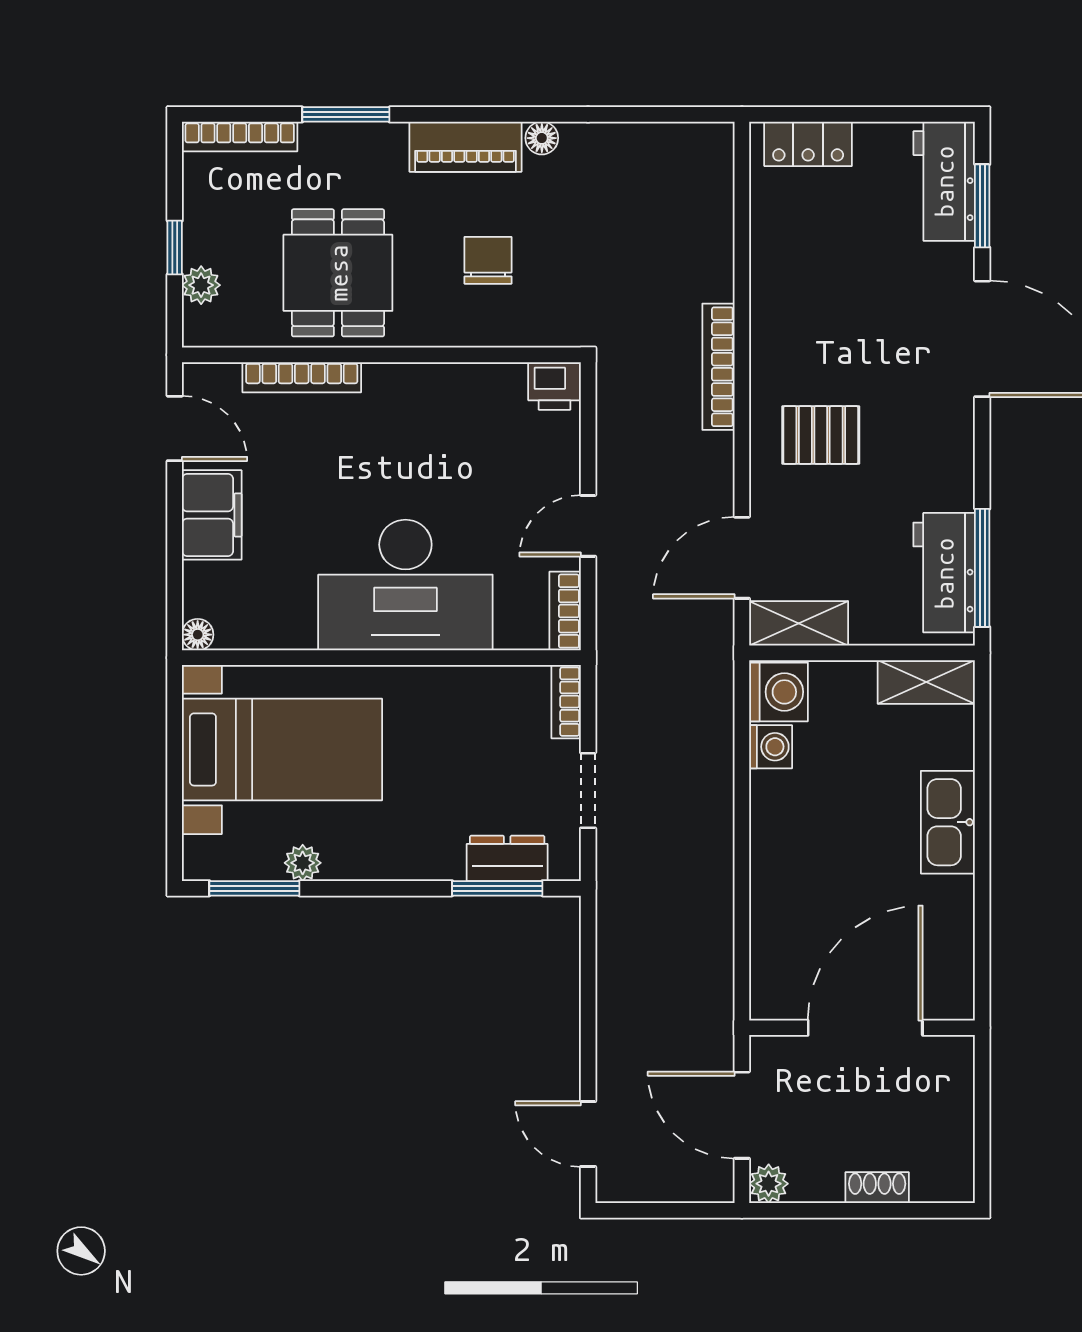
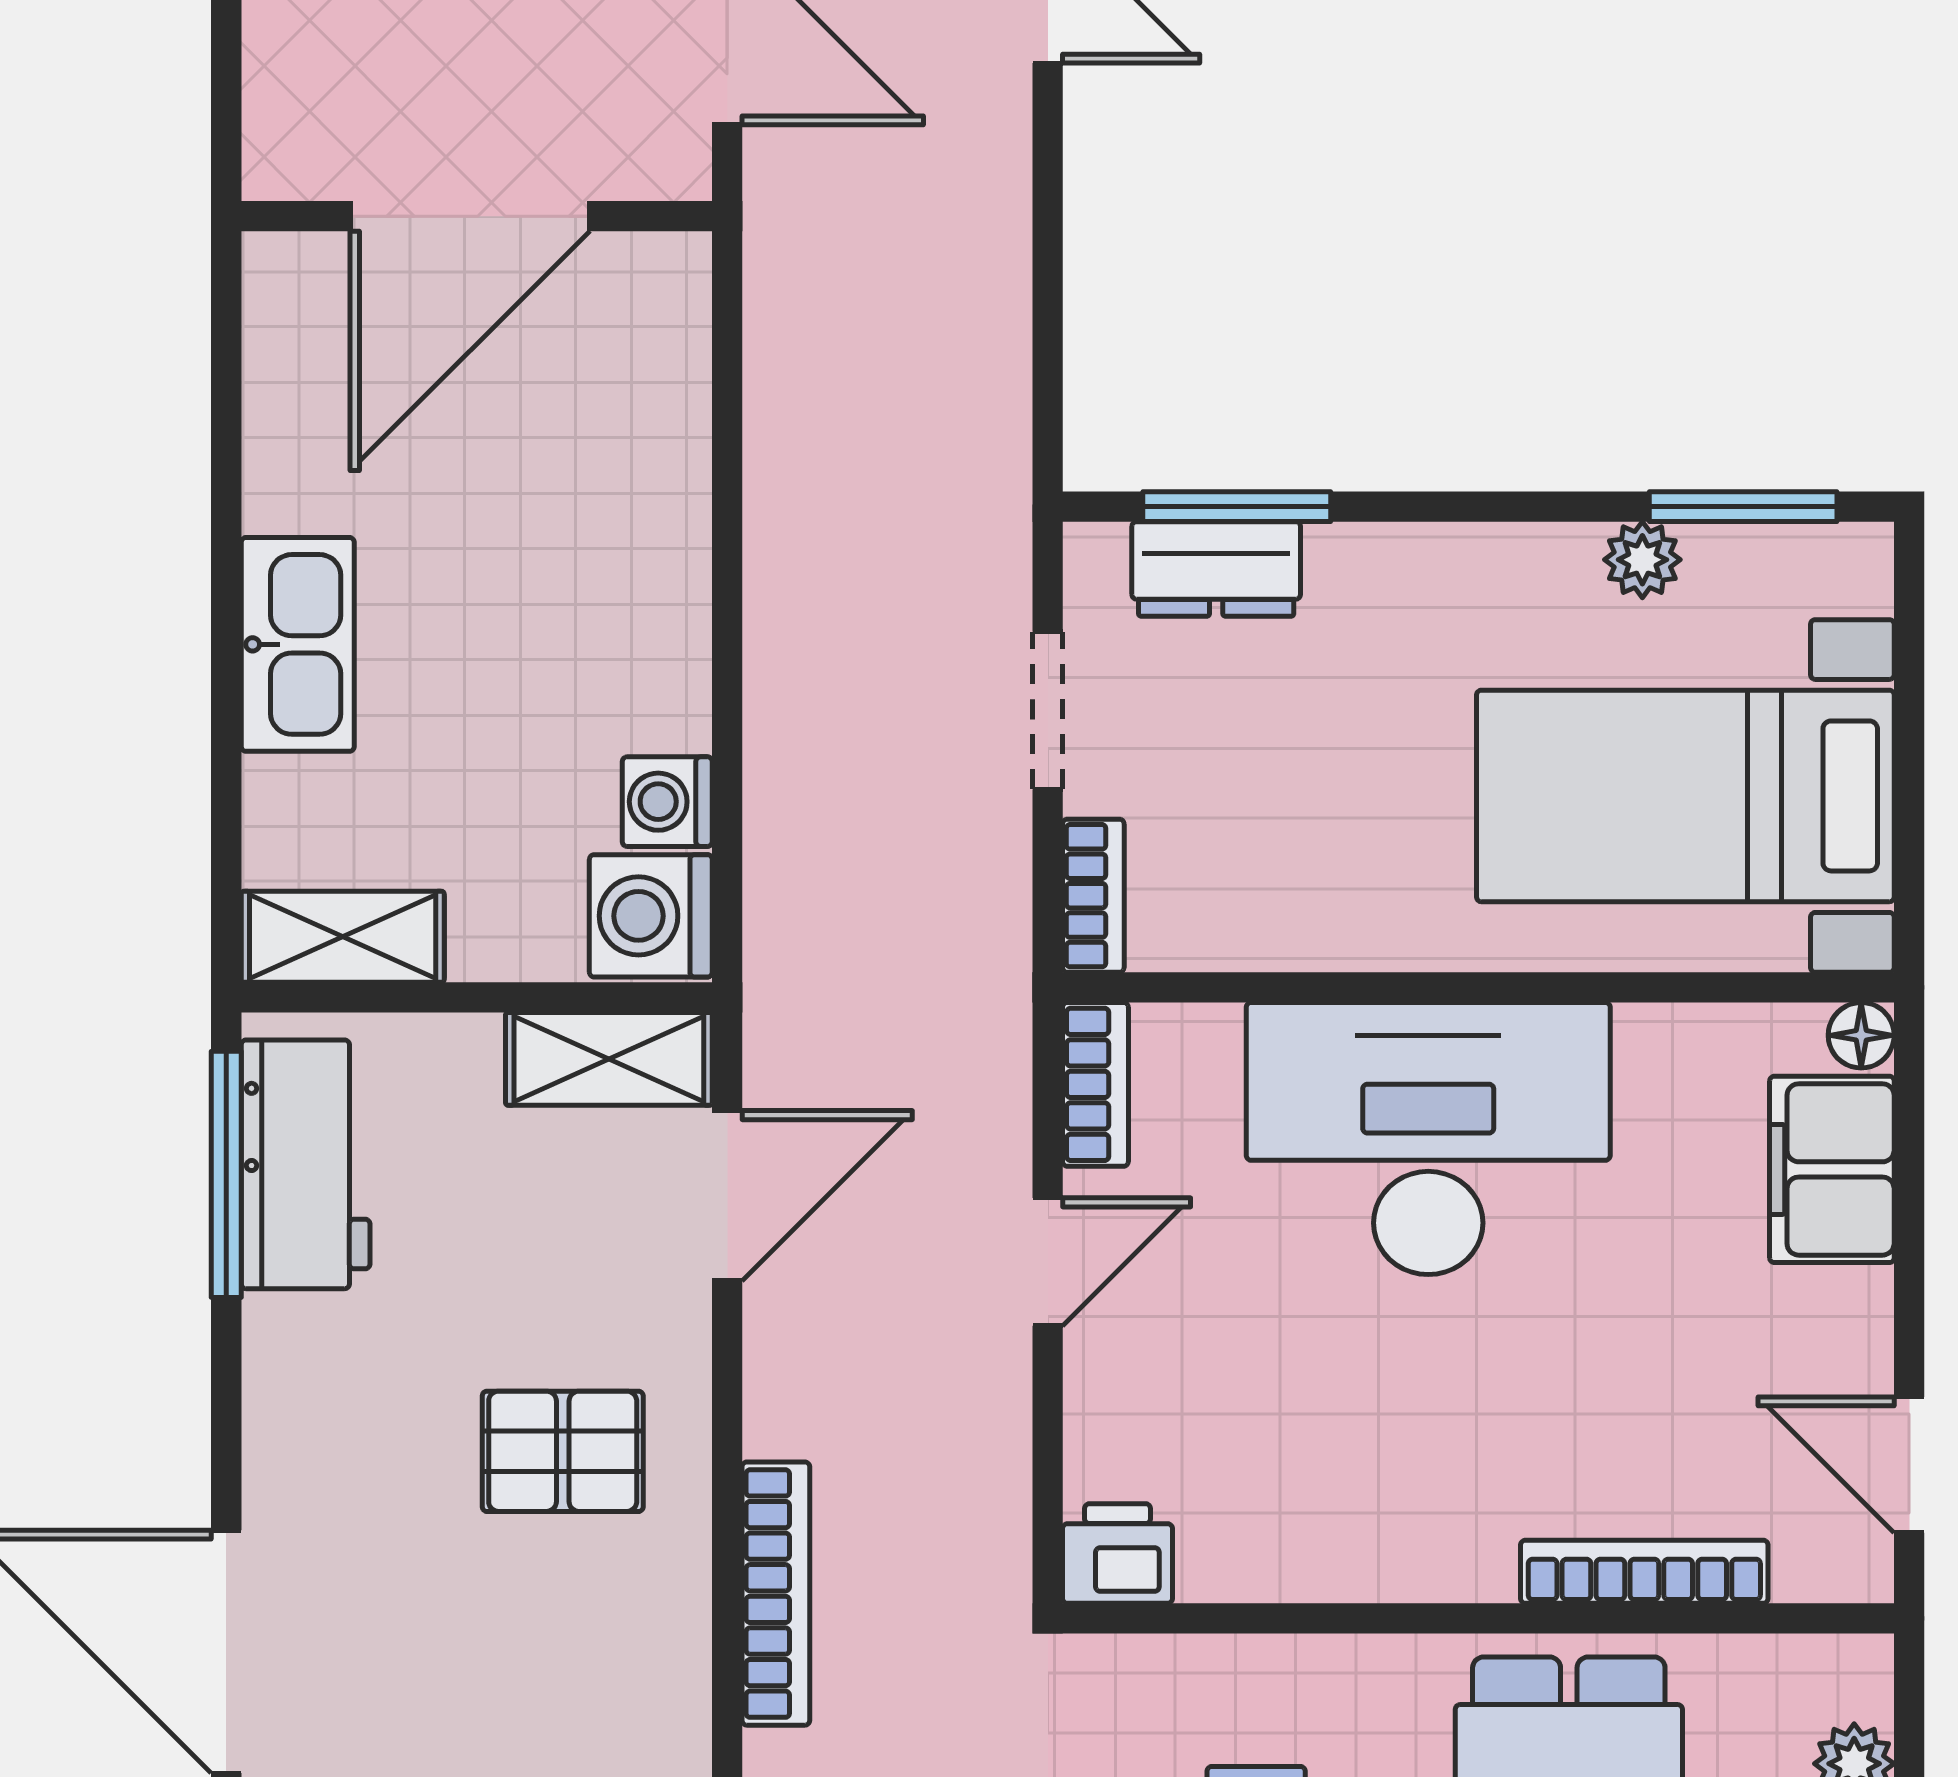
filing cabinet: (212, 515) -> (1832, 1169), moved

